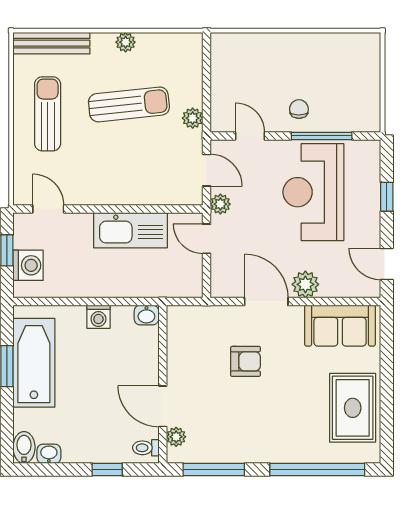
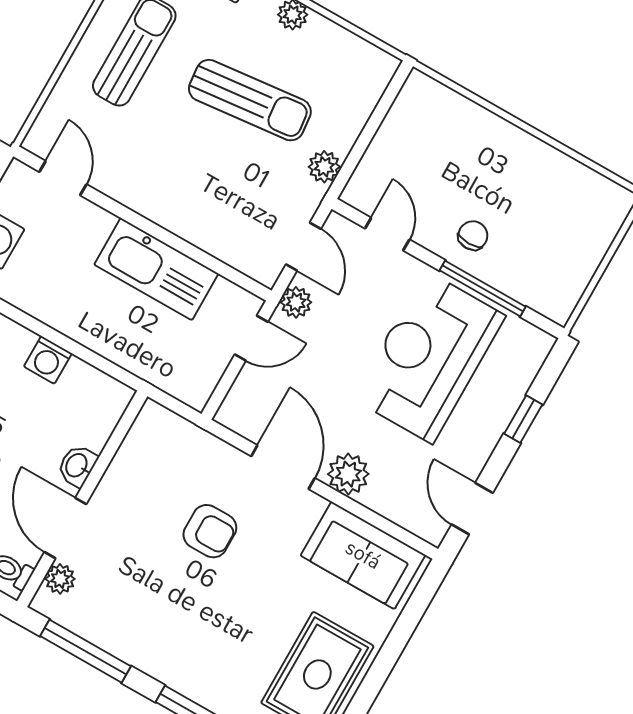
door: (207, 239) -> (251, 338), swing flipped
washbasin: (146, 315) -> (77, 466), moved, turned 90

